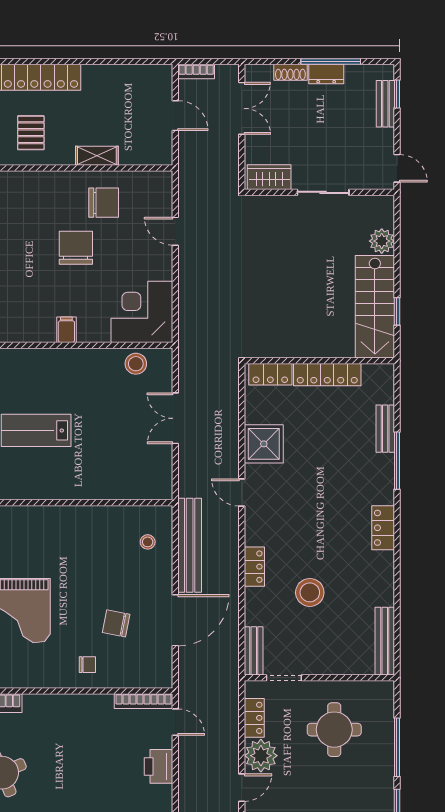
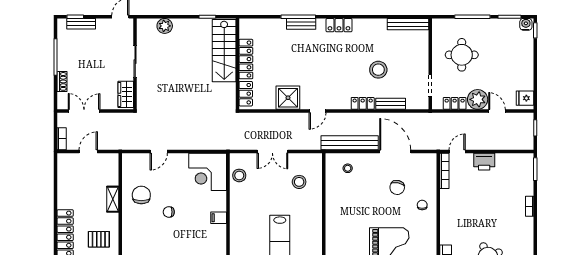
dresser: (326, 74) -> (63, 60), removed
chair: (76, 248) -> (169, 212), width x0.54, depth x0.54
stairs: (375, 307) -> (224, 51), moved, turned 90
bench: (385, 429) -> (301, 24), moved
stool: (125, 462) -> (299, 182), added
bench: (254, 651) -> (391, 104), moved

